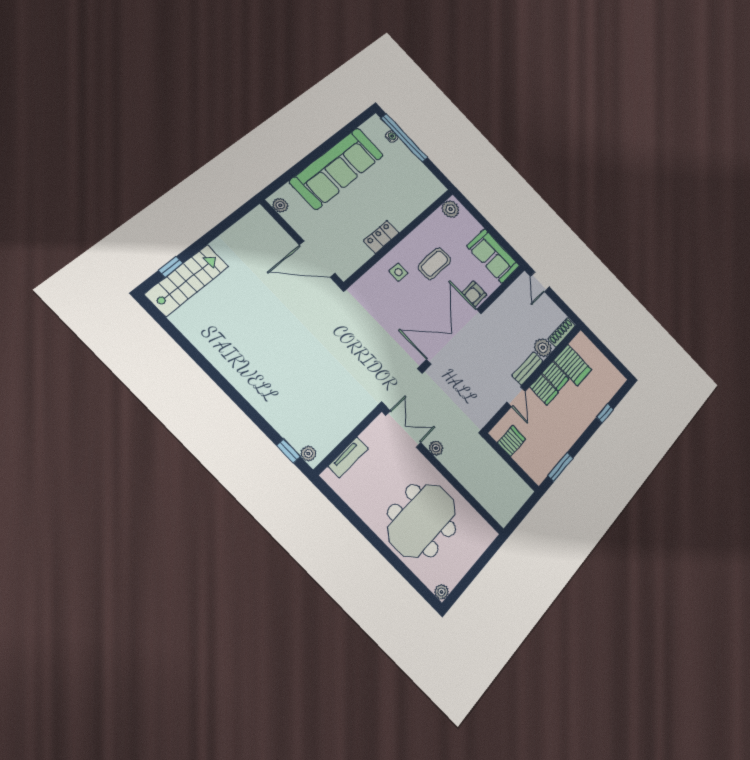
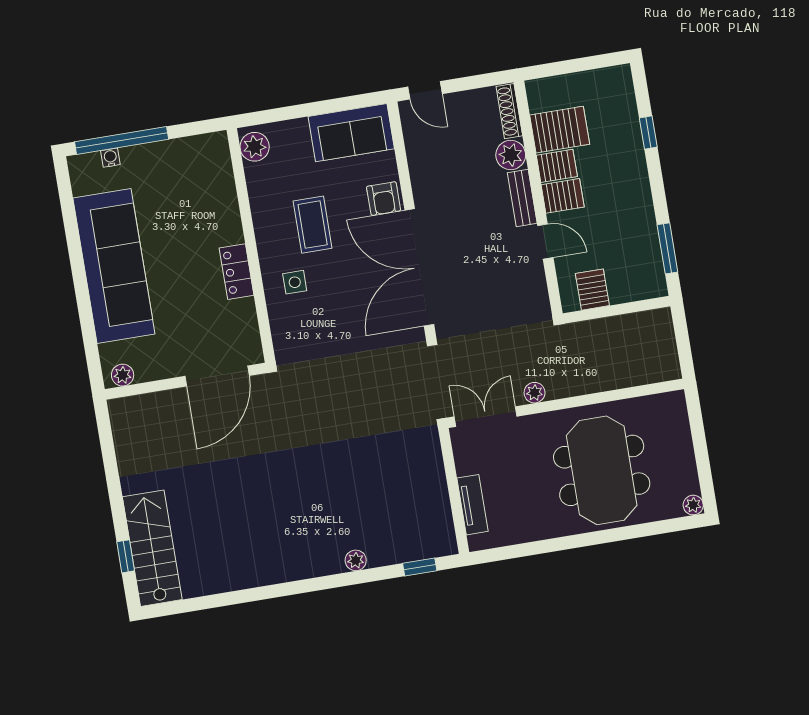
plant: (308, 454) -> (356, 560), moved

